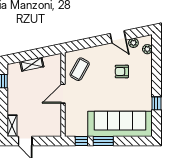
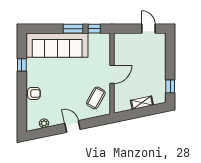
door: (118, 37) -> (73, 126), moved
plant: (147, 49) -> (31, 117), removed
armchair: (122, 71) -> (34, 93), moved
shelving: (12, 126) -> (161, 43), removed

